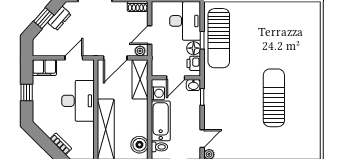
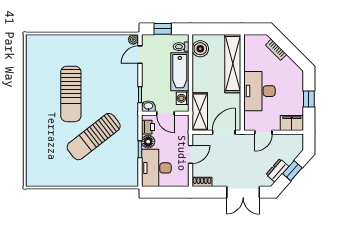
sun lounger: (219, 38) -> (94, 137), moved, turned -128
plant: (140, 51) -> (200, 139), removed
door: (176, 78) -> (165, 113), swing flipped

